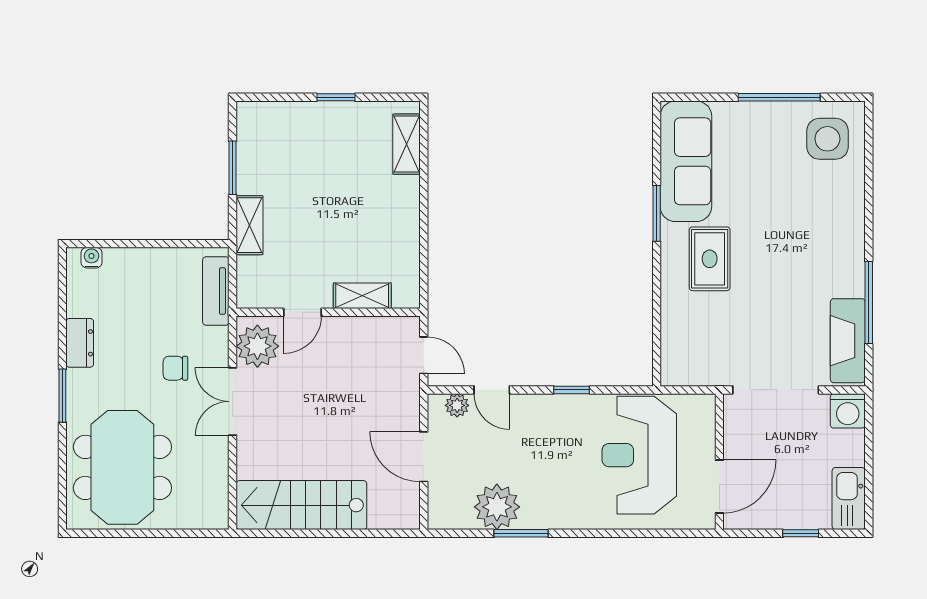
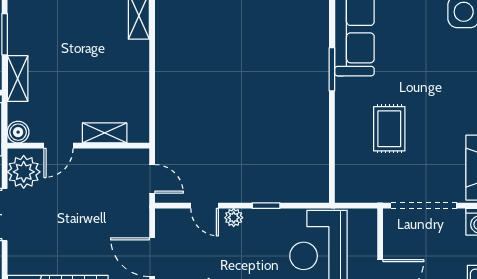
rug: (710, 259) -> (389, 129), moved
boiler: (250, 295) -> (18, 132), added
plant: (457, 405) -> (234, 218), moved

